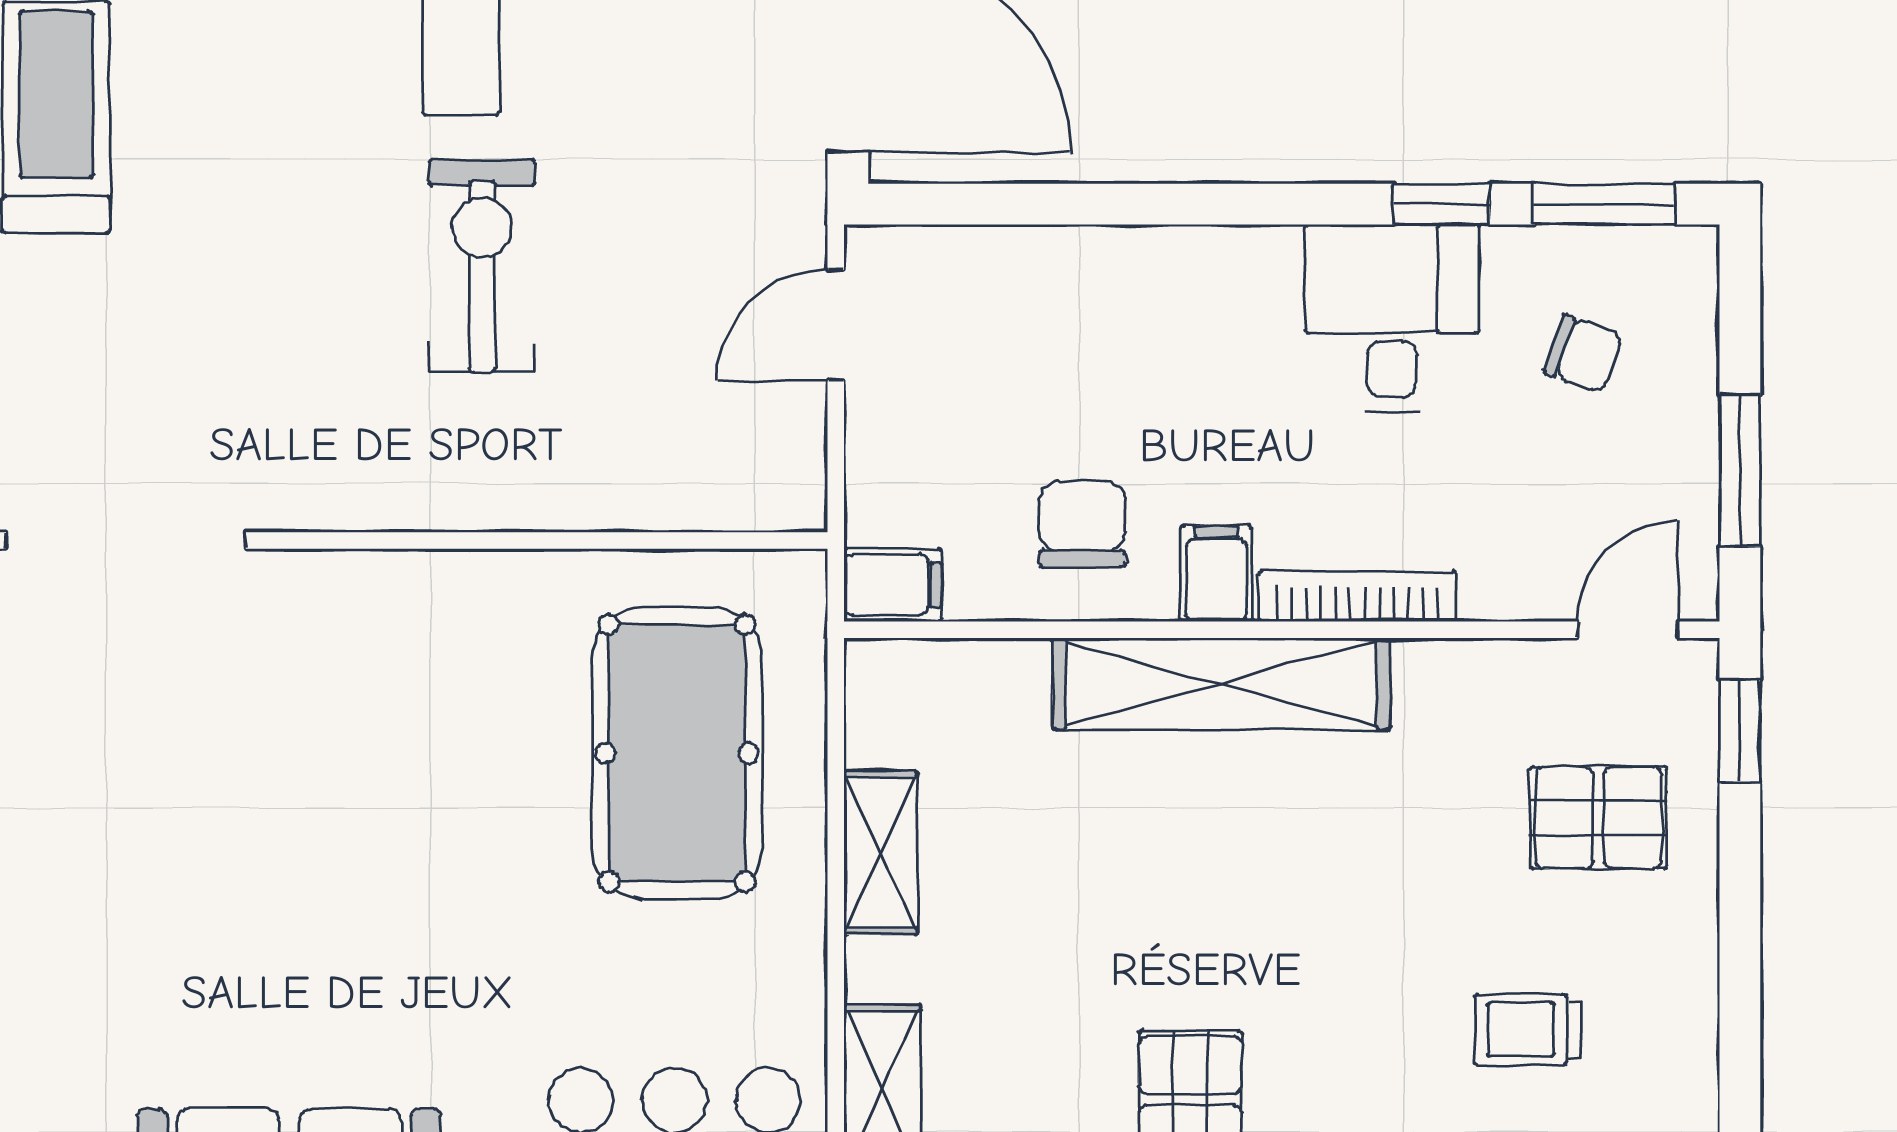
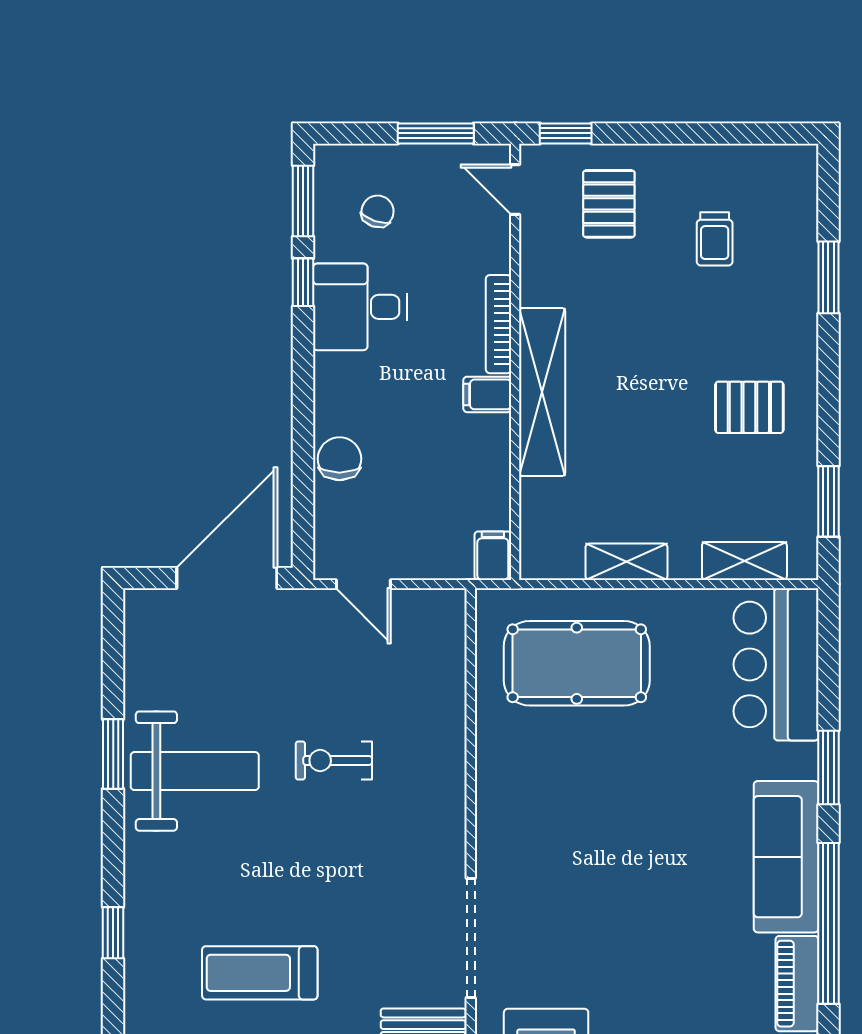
exercise bike: (482, 266) -> (334, 761), width x0.73, depth x0.72
chair: (1082, 524) -> (339, 459), moved, turned 90

